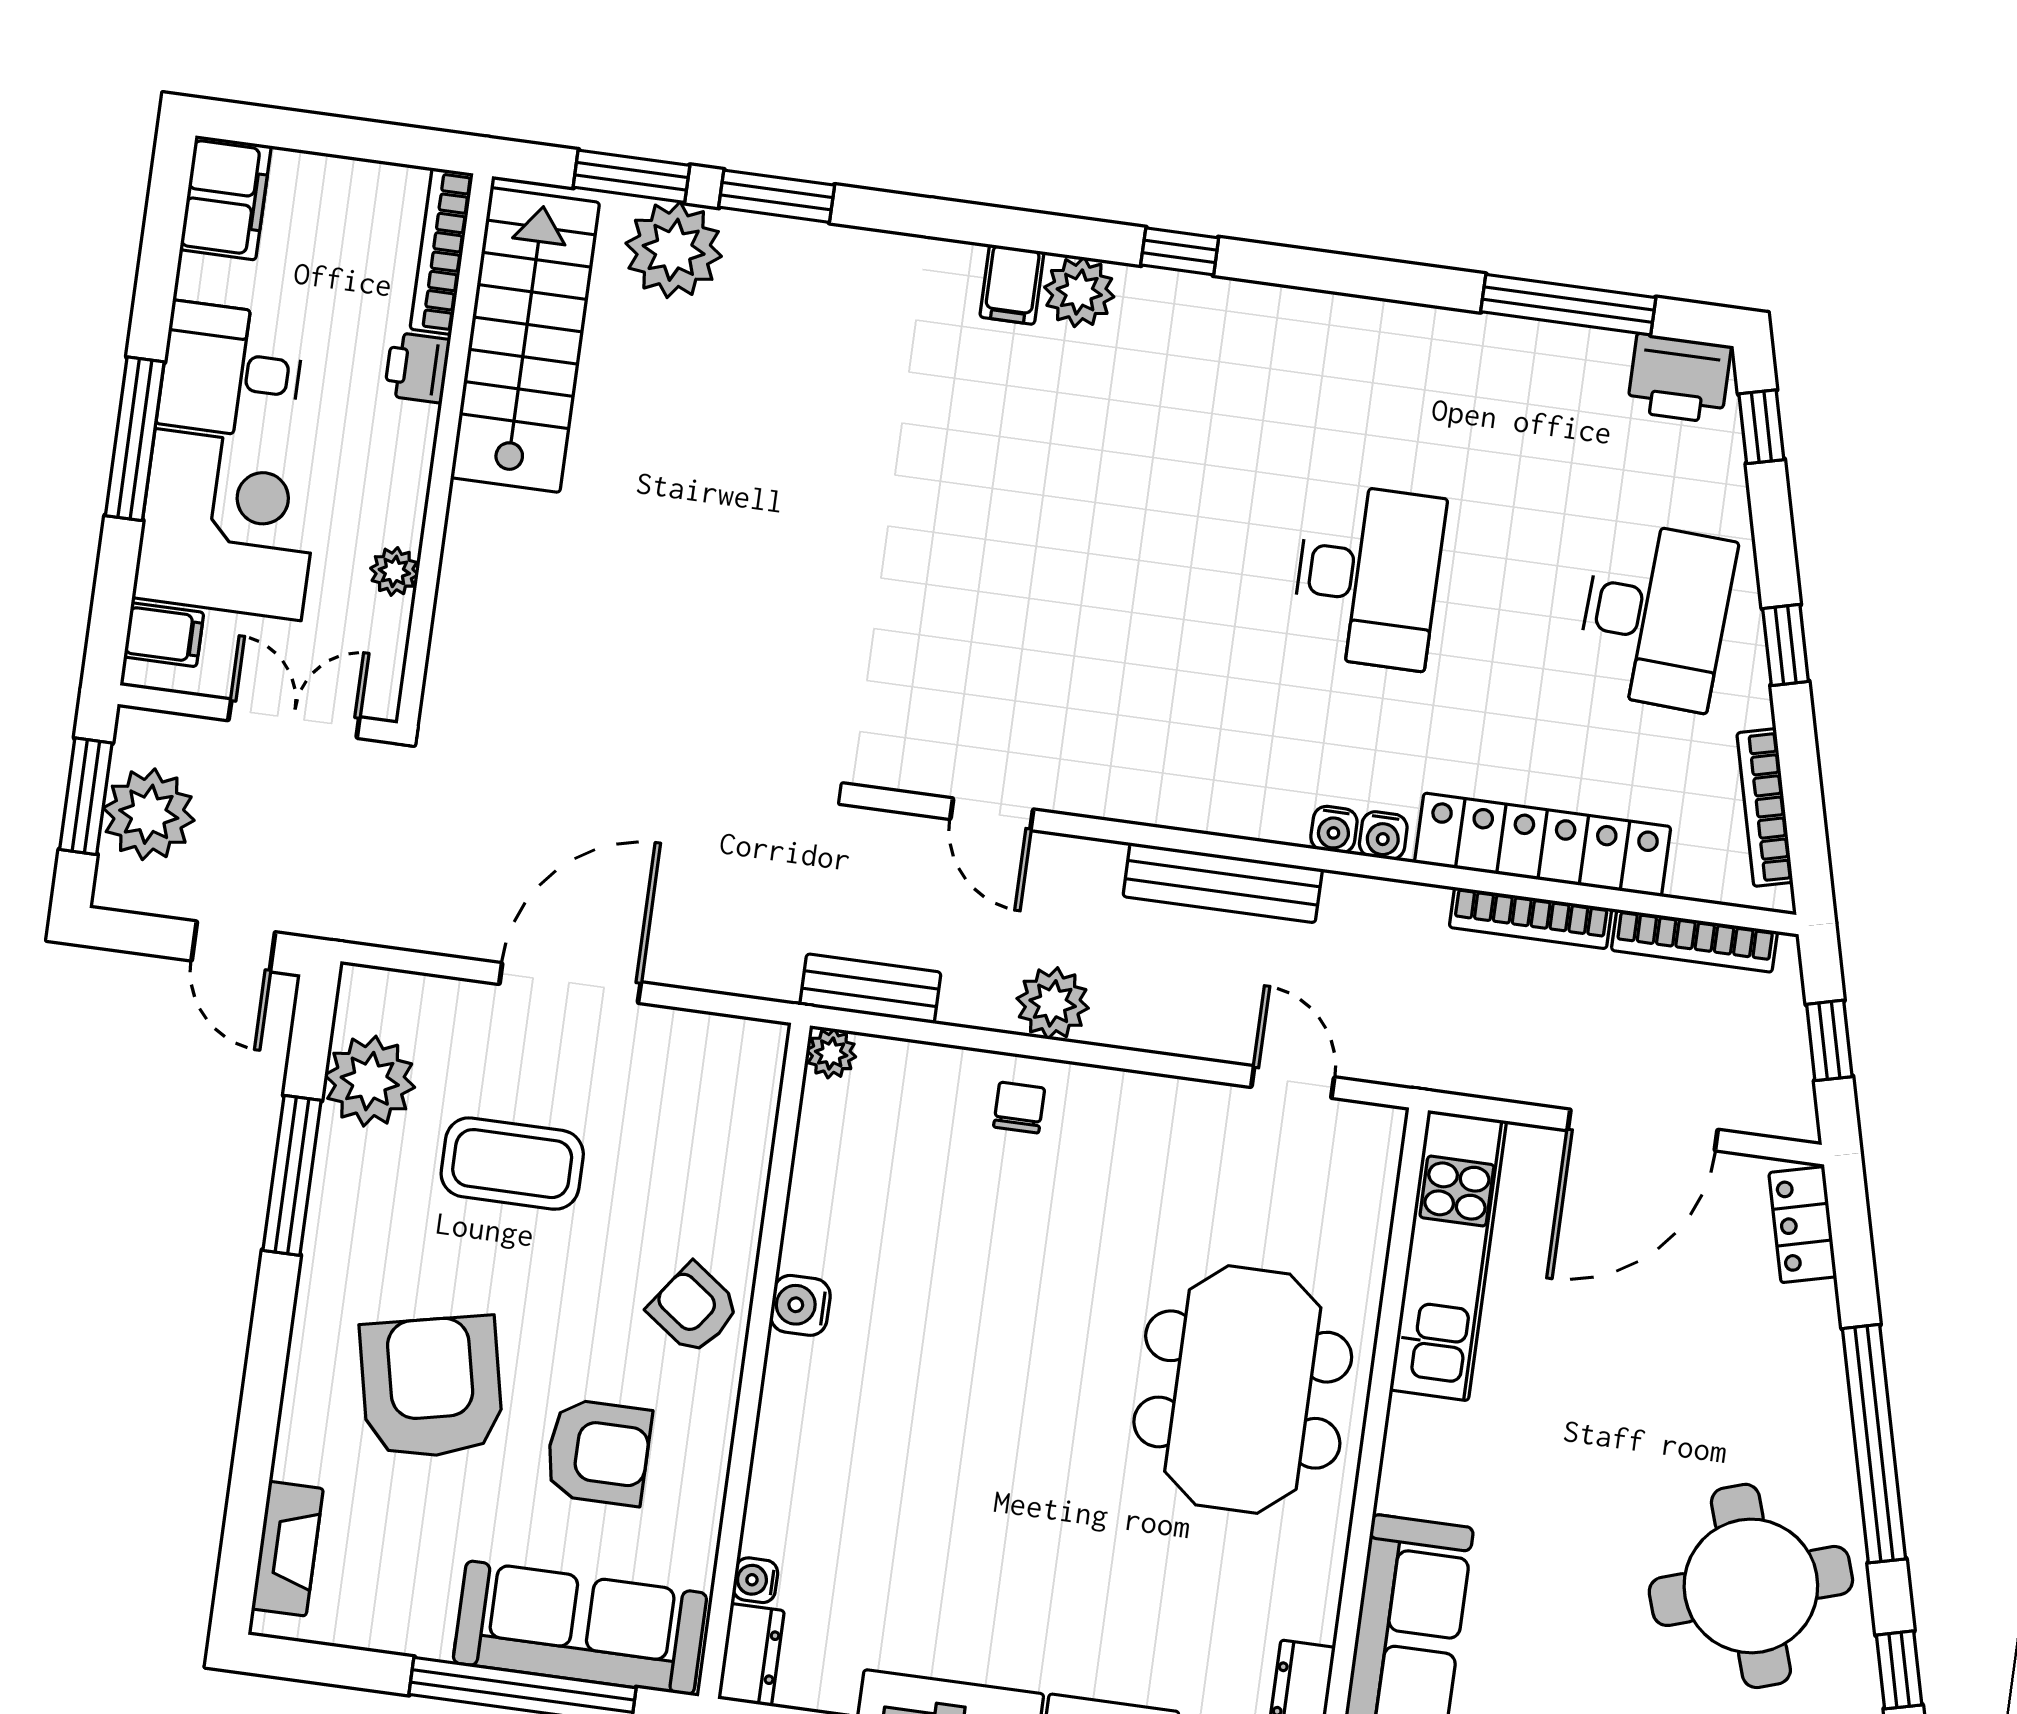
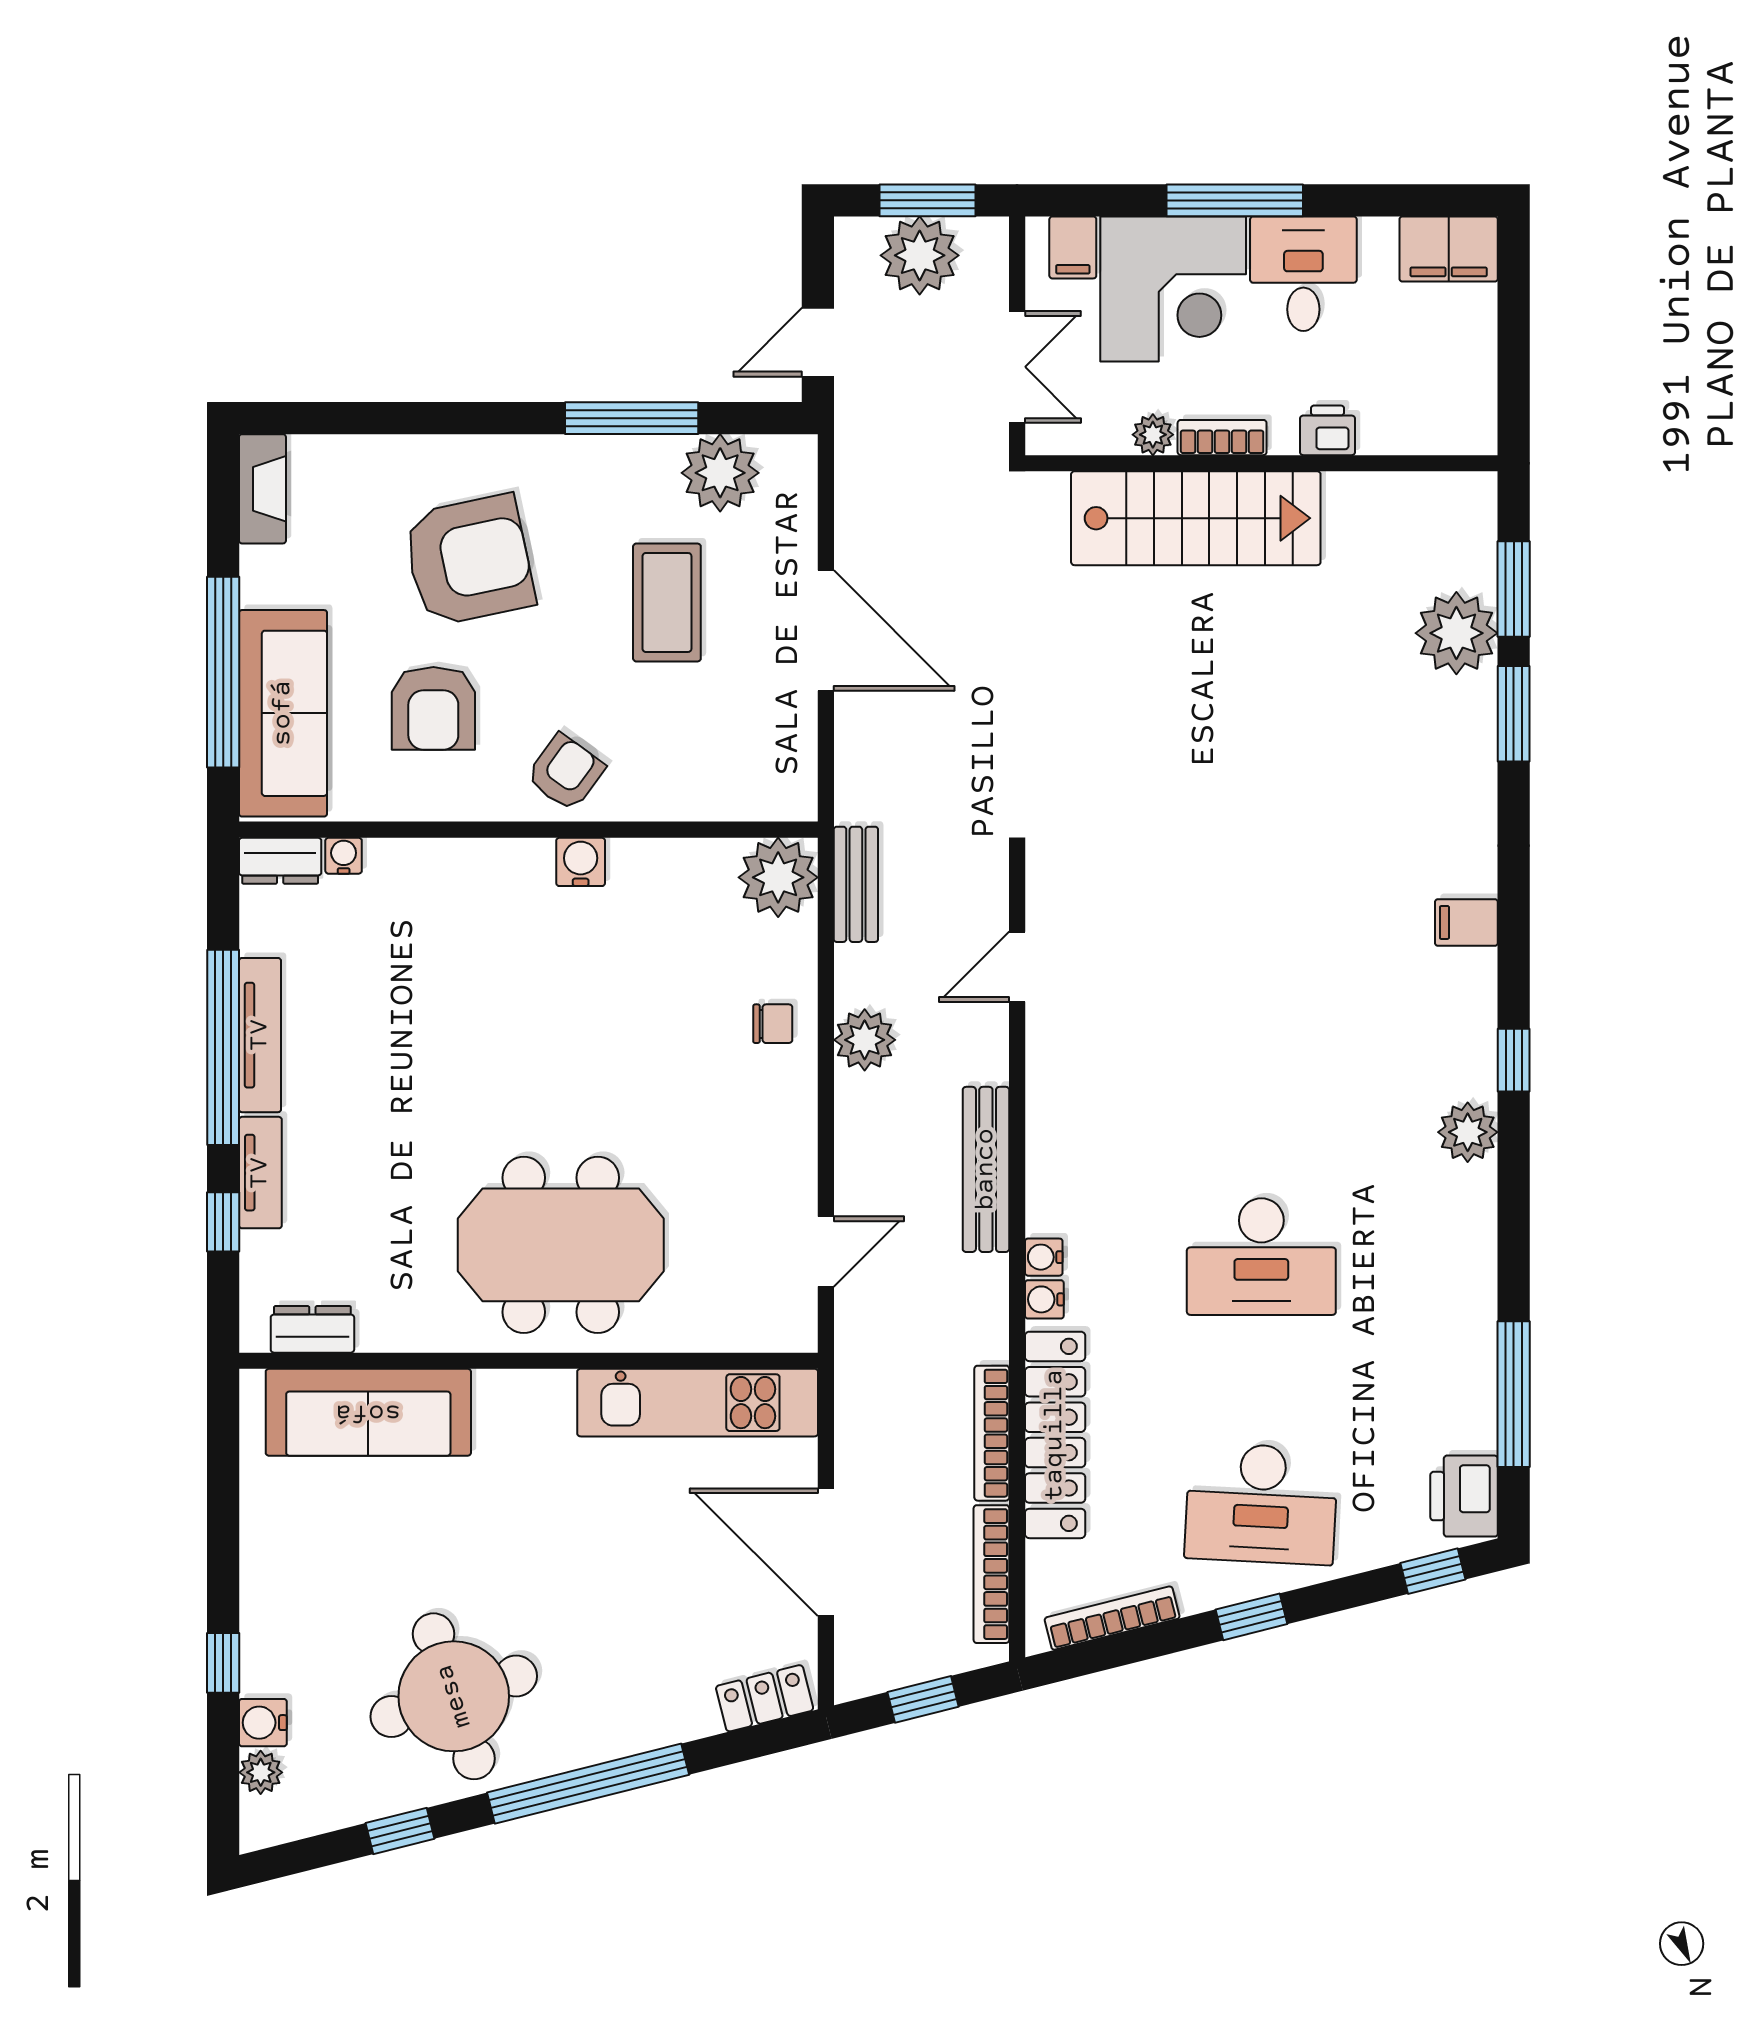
bookcase: (442, 251) -> (1222, 438), moved, width x0.64
plant: (1079, 292) -> (1468, 1132), moved
stairs: (525, 340) -> (1196, 518), moved
plant: (831, 1053) -> (778, 877), width x1.88, depth x1.88
fireplace: (288, 1549) -> (262, 489), moved, turned -90

